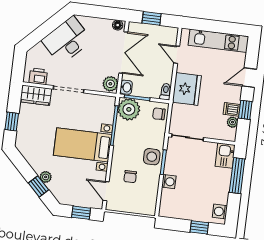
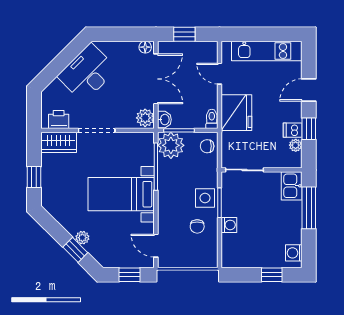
chair: (130, 177) -> (197, 226), moved

